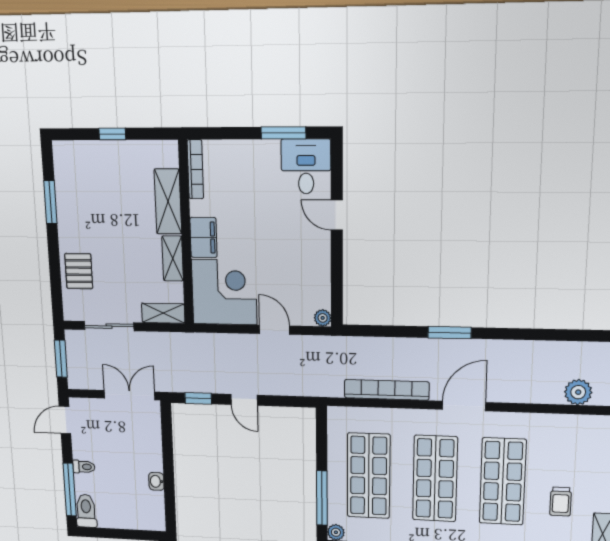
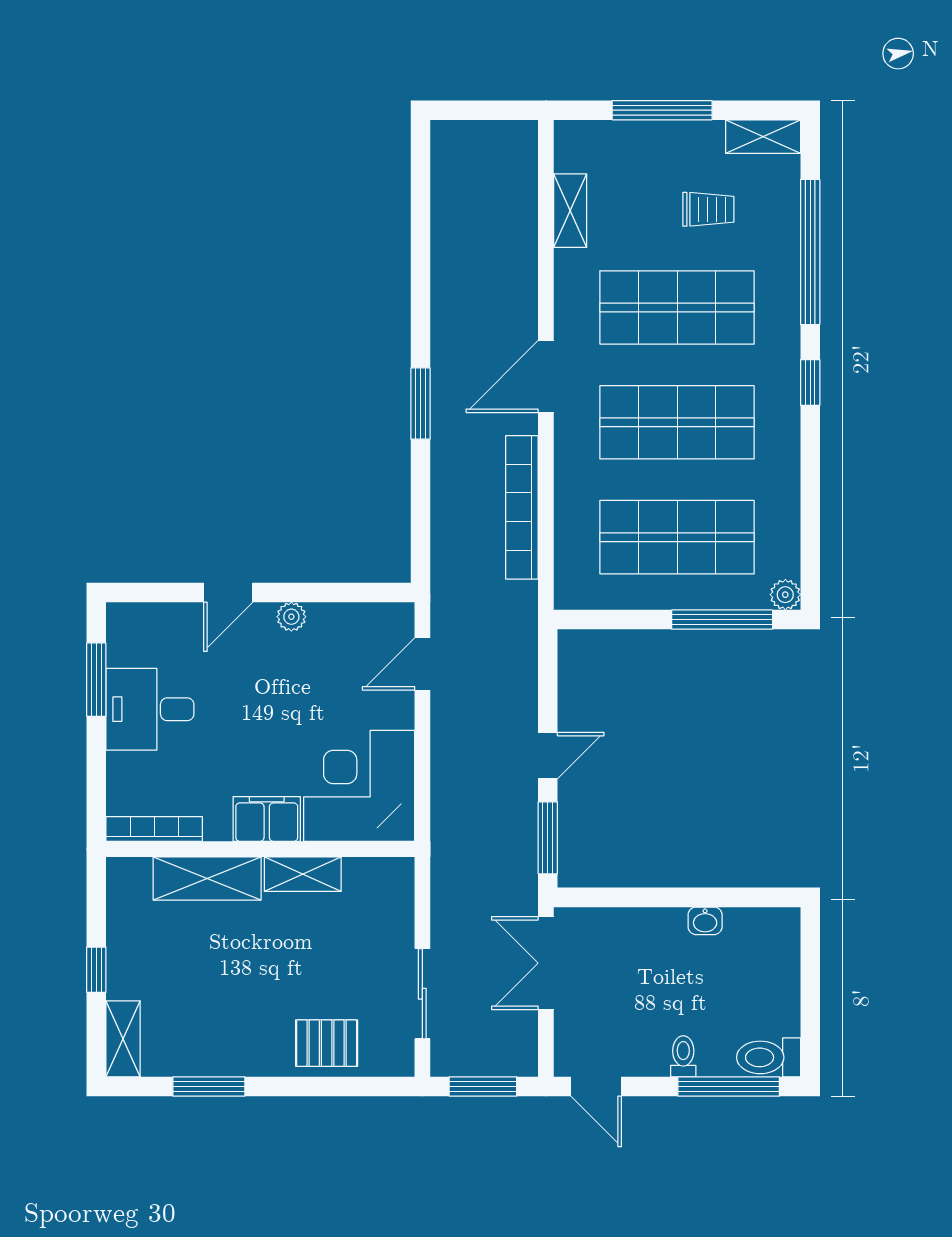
desk: (306, 166) -> (150, 709), moved
shelving: (163, 313) -> (123, 1039), moved
plant: (323, 318) -> (291, 617), moved
door: (275, 330) -> (422, 664), moved
plant: (578, 392) -> (516, 190), removed
window: (198, 398) -> (548, 838), width x1.50
door: (464, 406) -> (546, 376), hinge flipped
shelving: (564, 423) -> (570, 211), added

